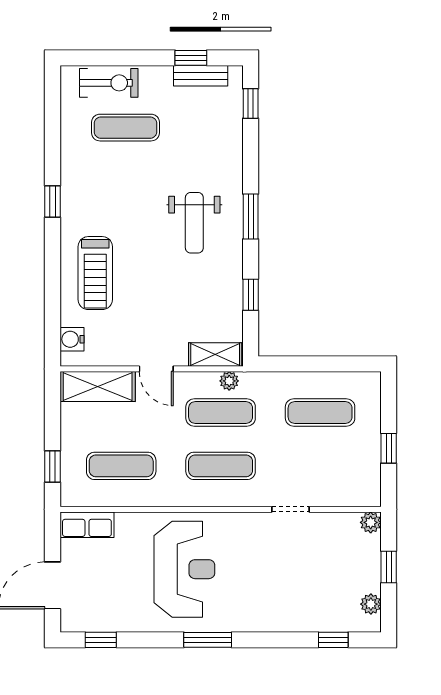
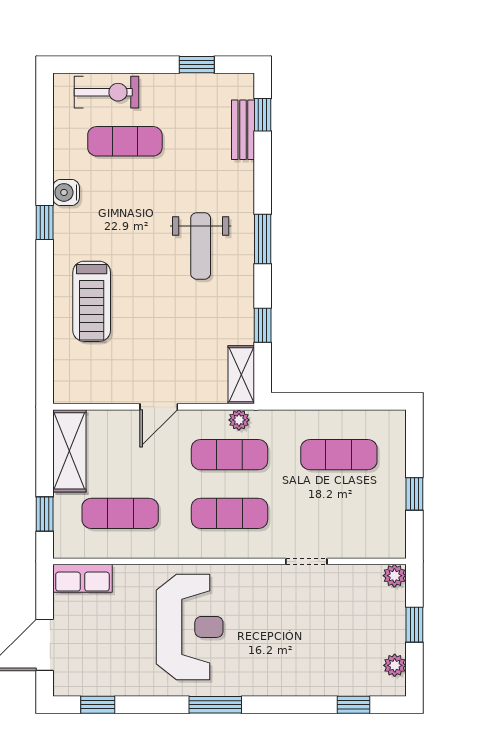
bench: (201, 76) -> (243, 130), moved, turned 90
water cooler: (72, 339) -> (66, 192), moved
shelving: (215, 354) -> (241, 375), moved, turned 90
door: (156, 369) -> (159, 407), hinge flipped
shelving: (98, 386) -> (69, 451), moved, turned 90

